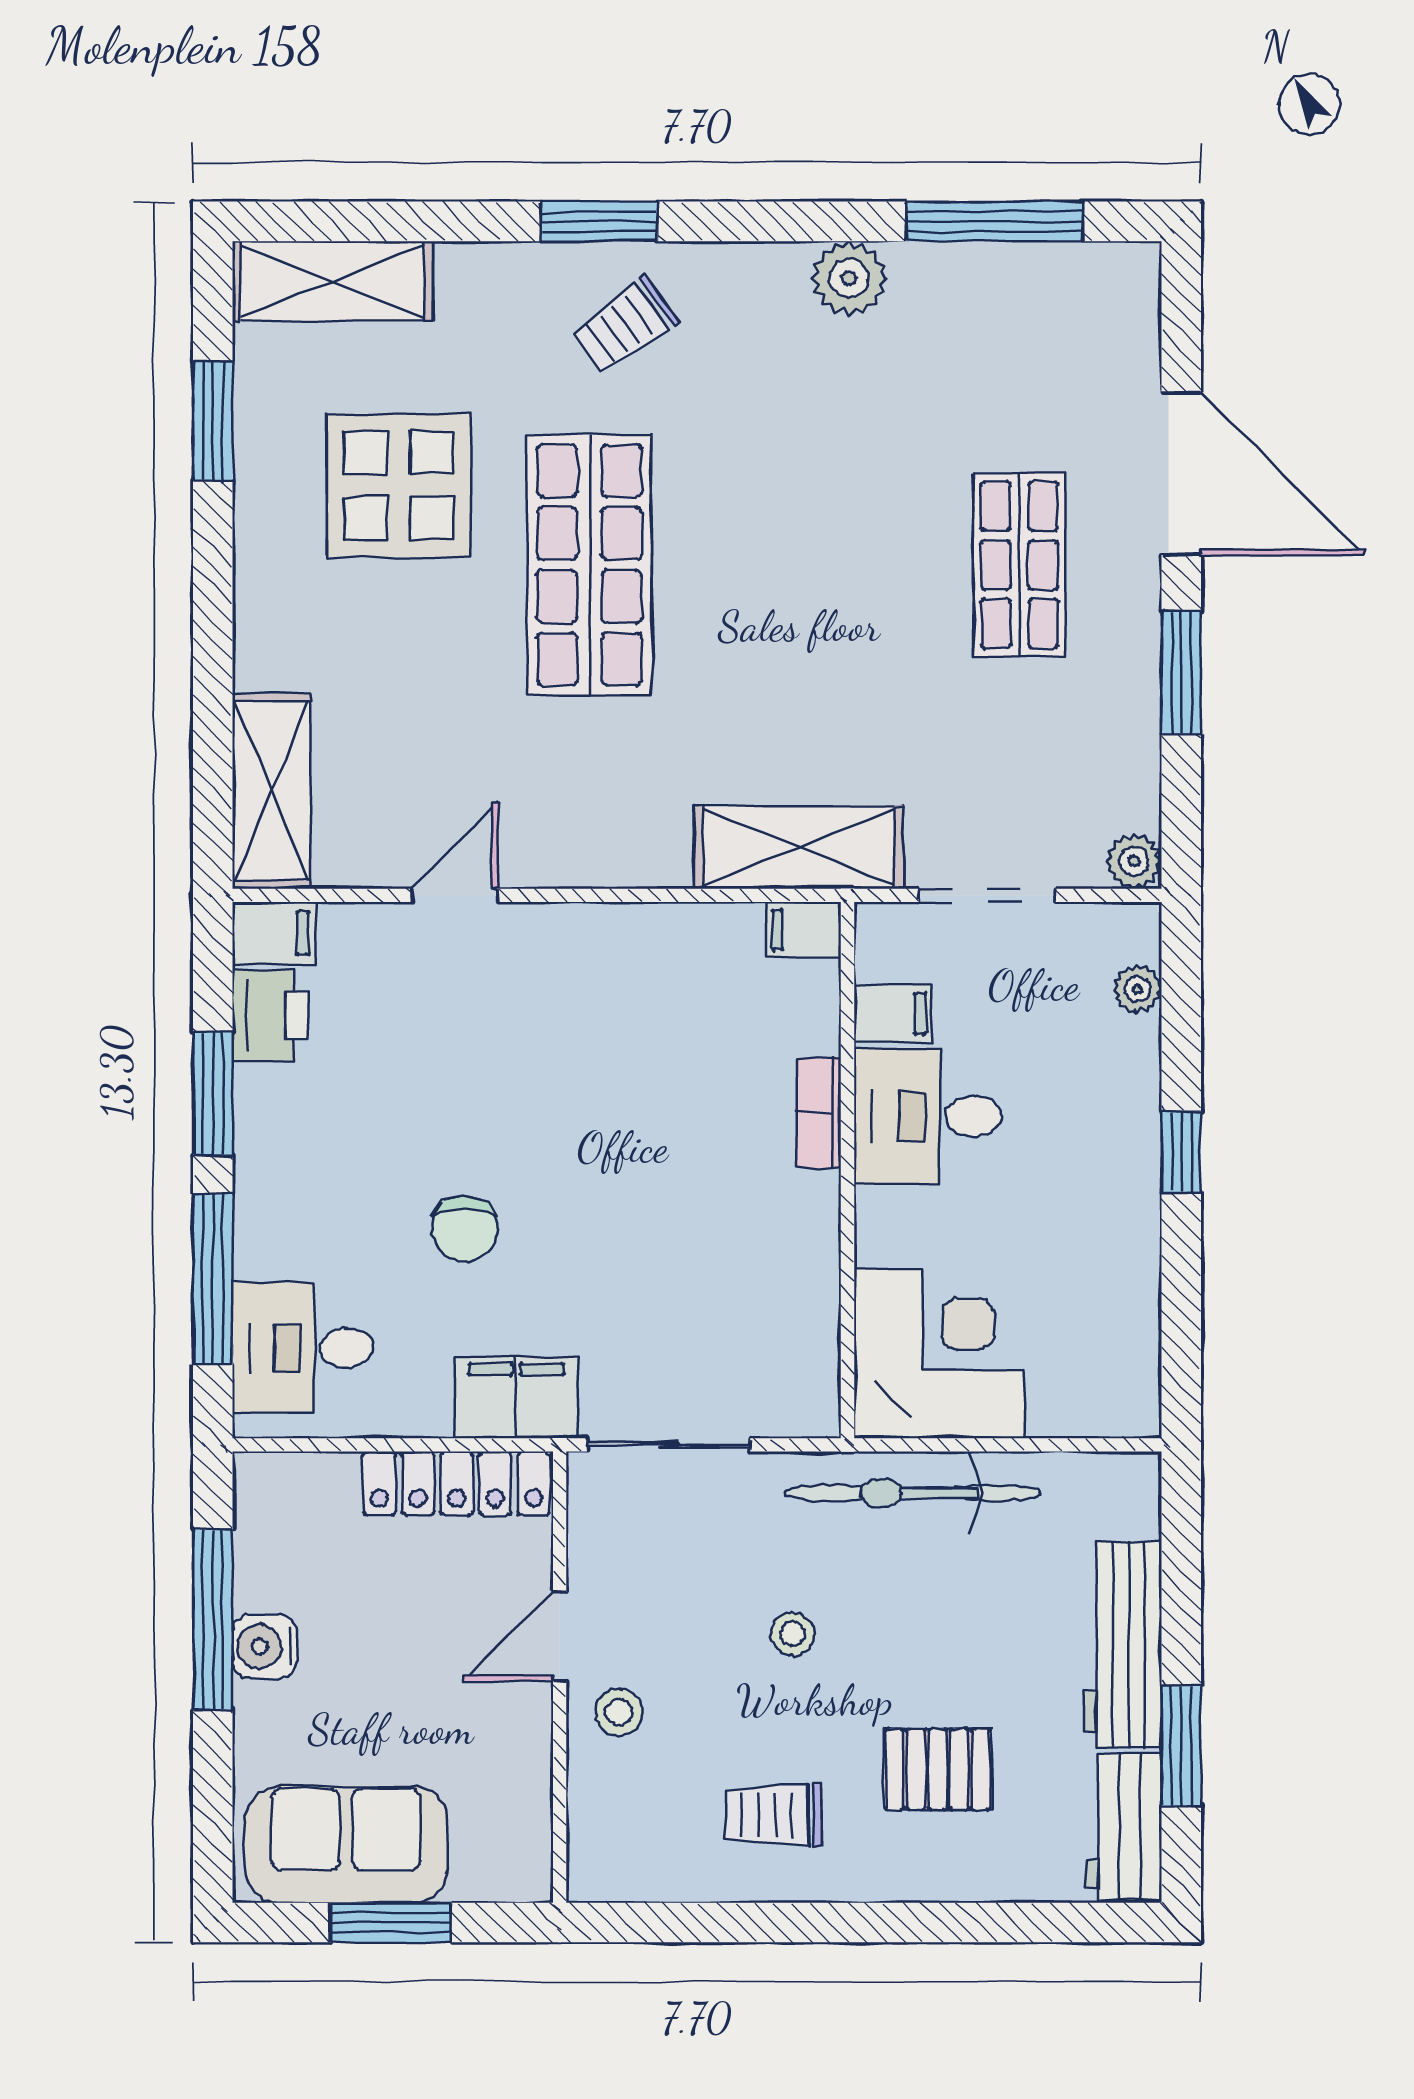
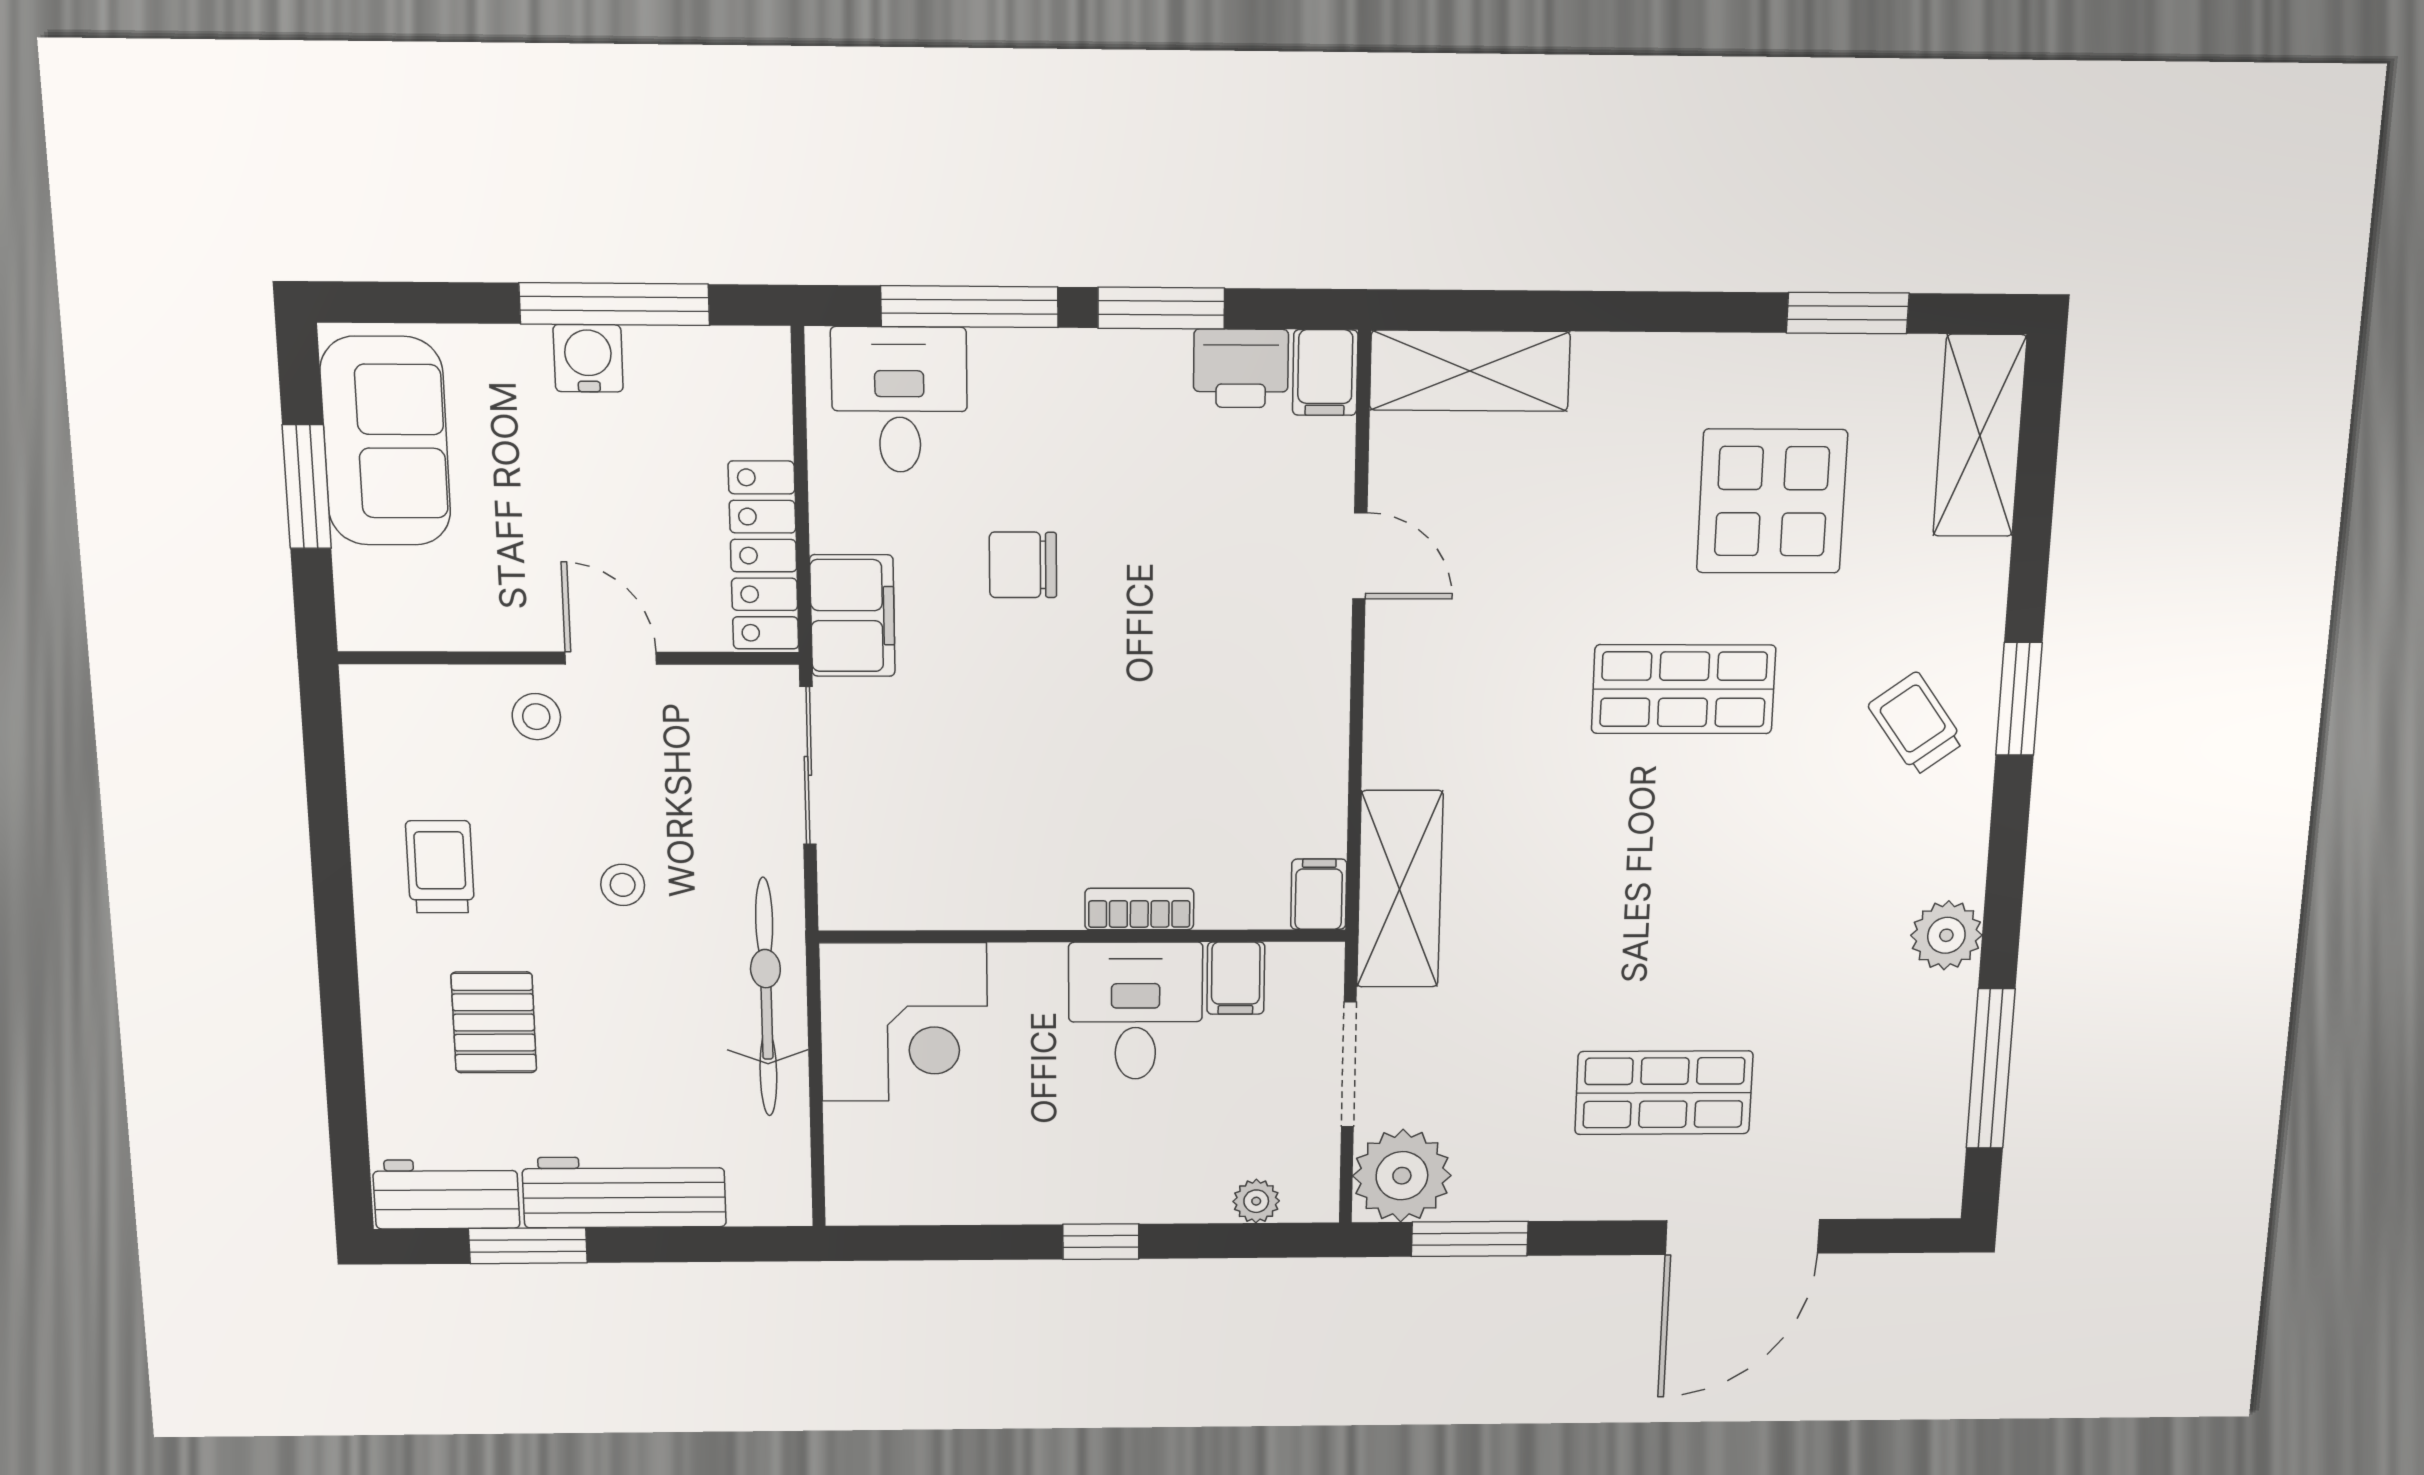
shop shelf: (590, 565) -> (1684, 689), width x0.70, depth x0.74
window: (1181, 672) -> (1470, 1239), moved
plant: (1134, 861) -> (1402, 1176), width x1.87, depth x1.87

